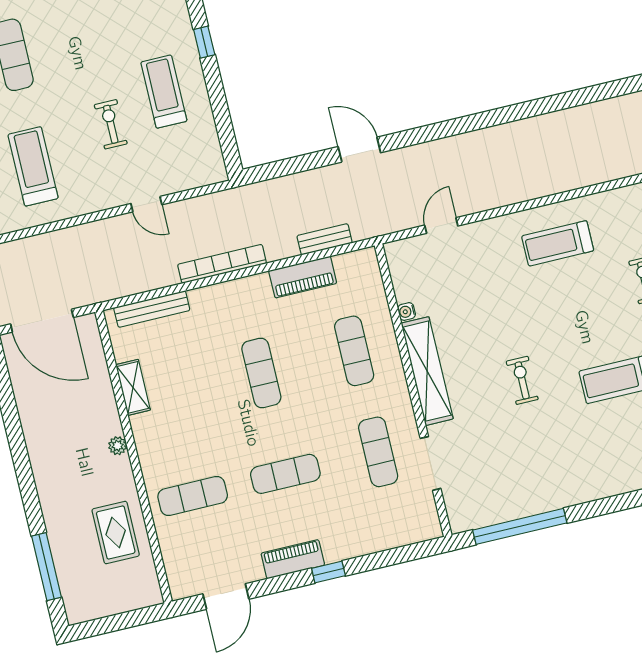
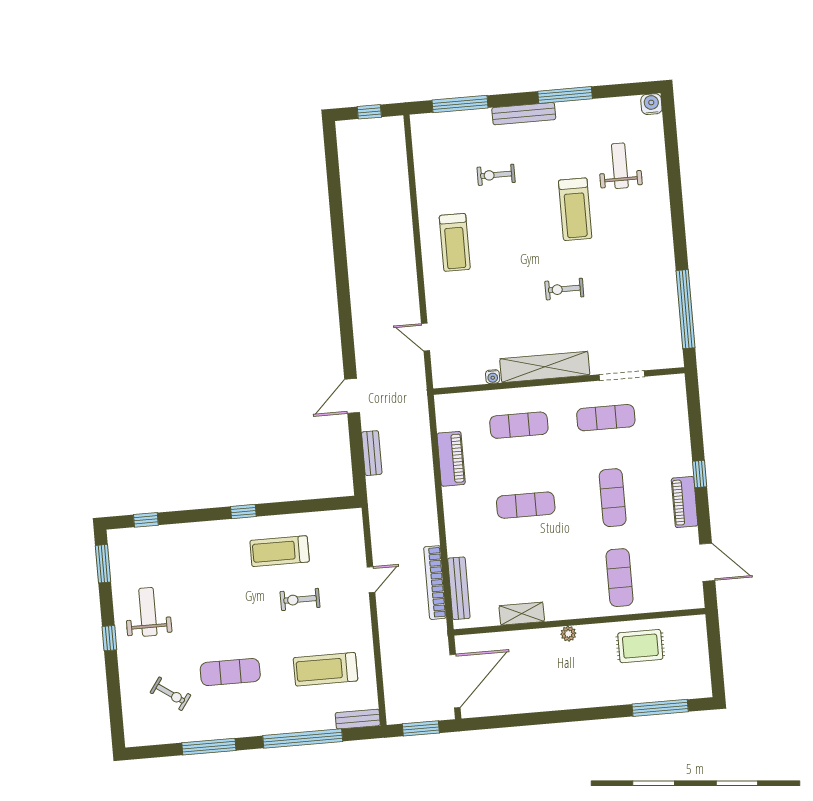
bench: (325, 239) -> (372, 453), moved
bookcase: (222, 264) -> (435, 583), moved

